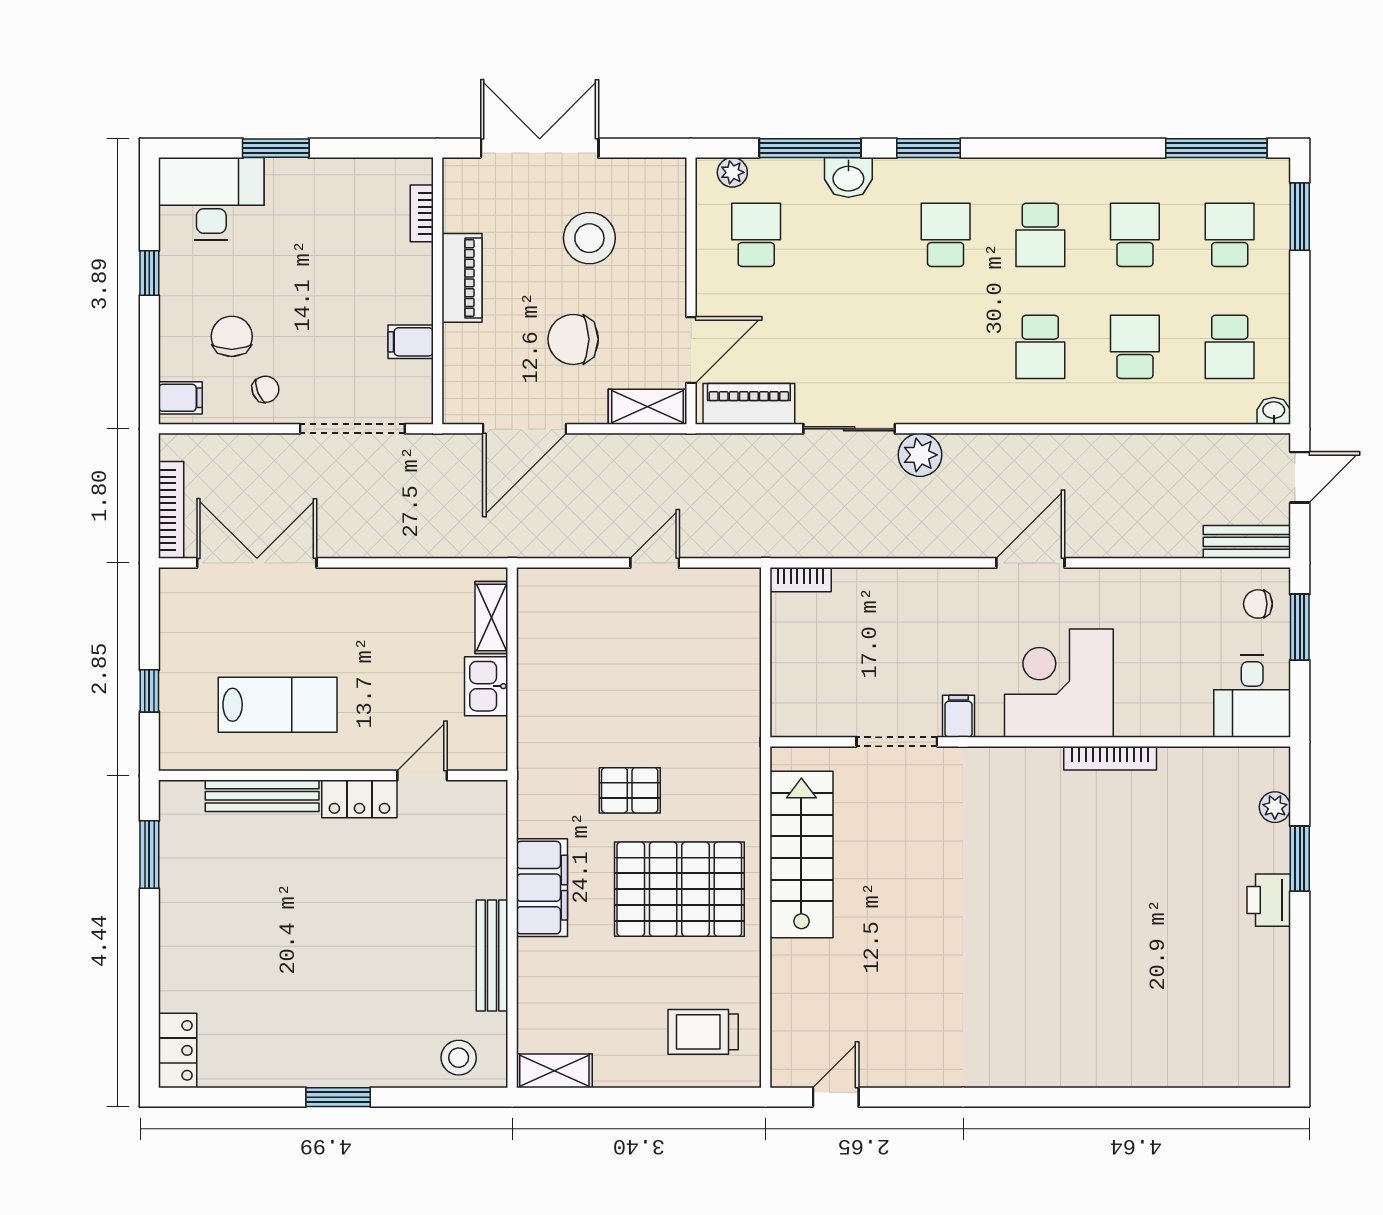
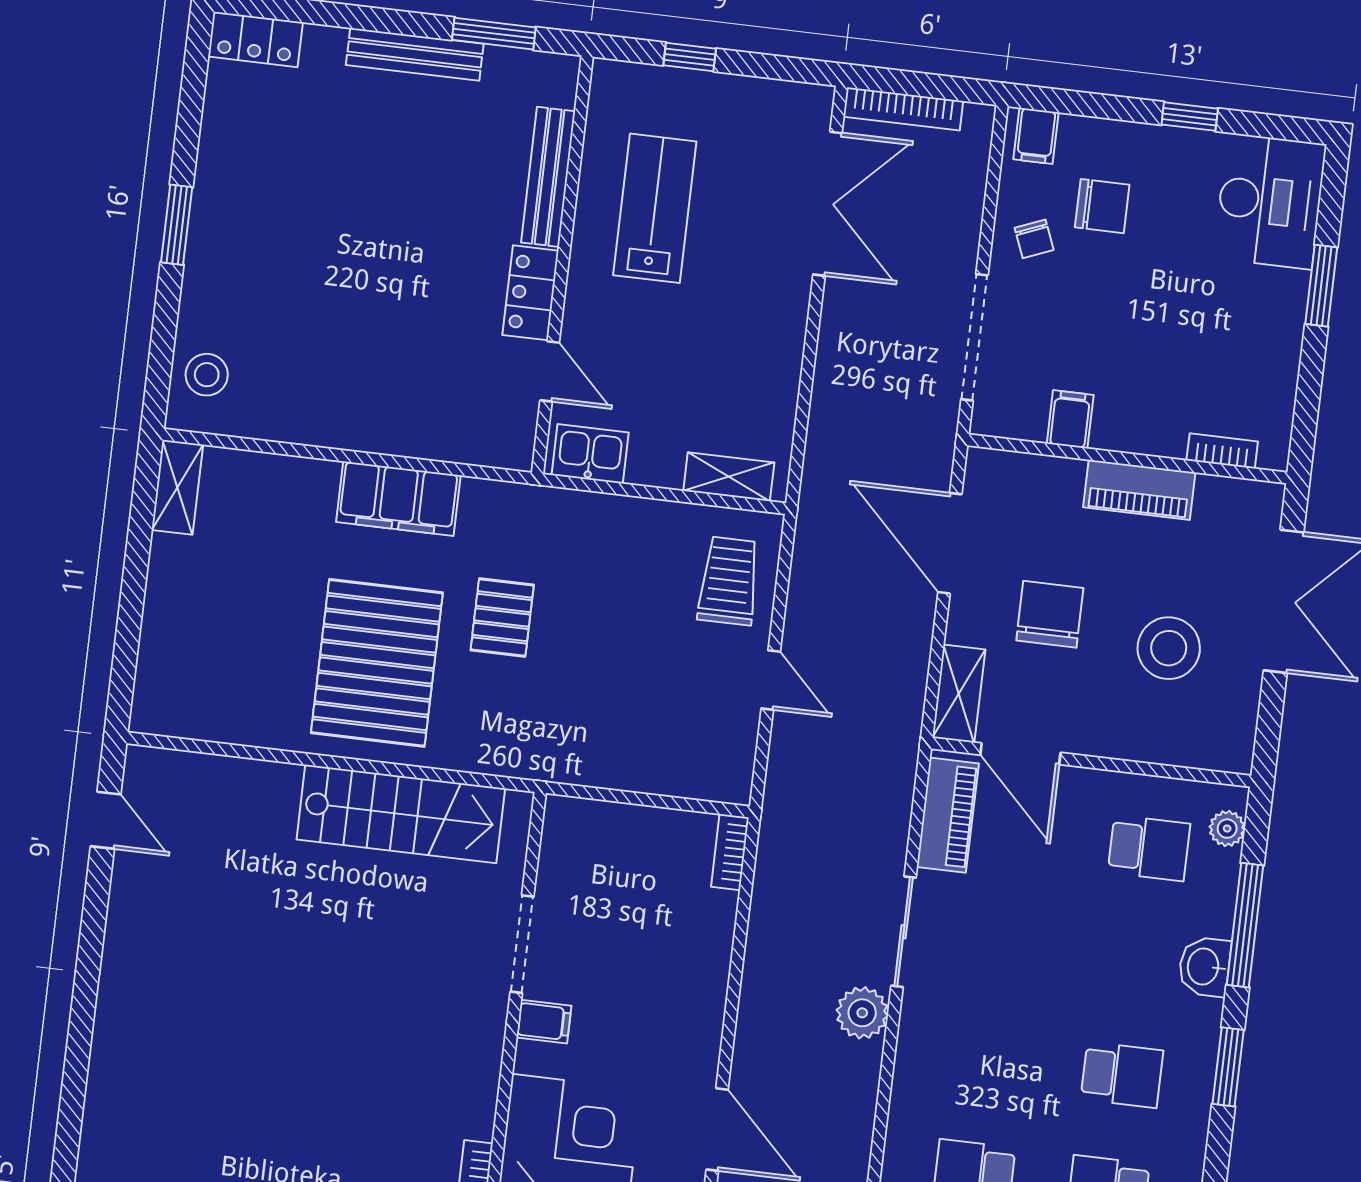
kitchen sink: (486, 686) -> (590, 454), moved
lab bench: (278, 705) -> (655, 208), turned 180
bench: (492, 955) -> (415, 54), moved
trolley: (703, 1032) -> (729, 581), moved

